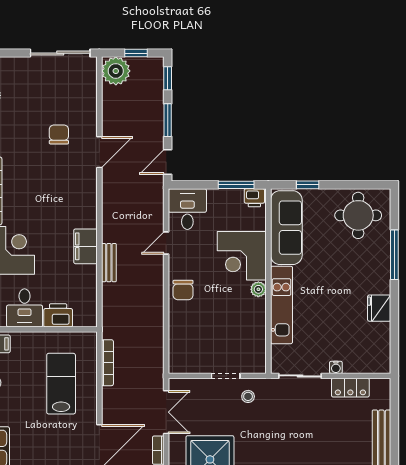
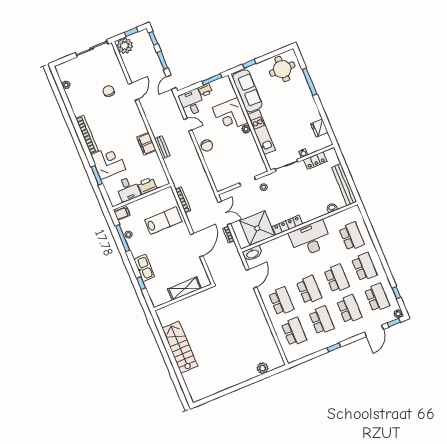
printer: (254, 198) -> (205, 90), moved
door: (166, 243) -> (188, 125), swing flipped
fridge: (379, 308) -> (319, 128), moved
lab bench: (61, 384) -> (163, 221), turned 90

